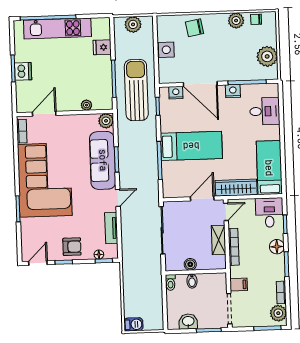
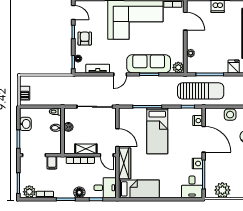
door: (200, 84) -> (204, 139), swing flipped
desk: (265, 111) -> (192, 187), moved
door: (118, 198) -> (120, 74), hinge flipped
armchair: (72, 247) -> (85, 39), turned 180
barbecue: (133, 324) -> (25, 93), moved

